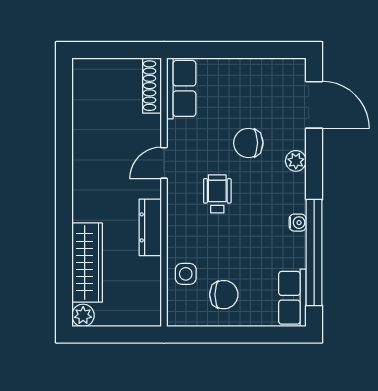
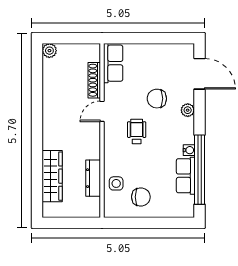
shoe rack: (152, 86) -> (94, 80), moved
dresser: (150, 227) -> (93, 178), moved
row of seats: (292, 298) -> (185, 176), moved
plant: (83, 315) -> (49, 51), moved

